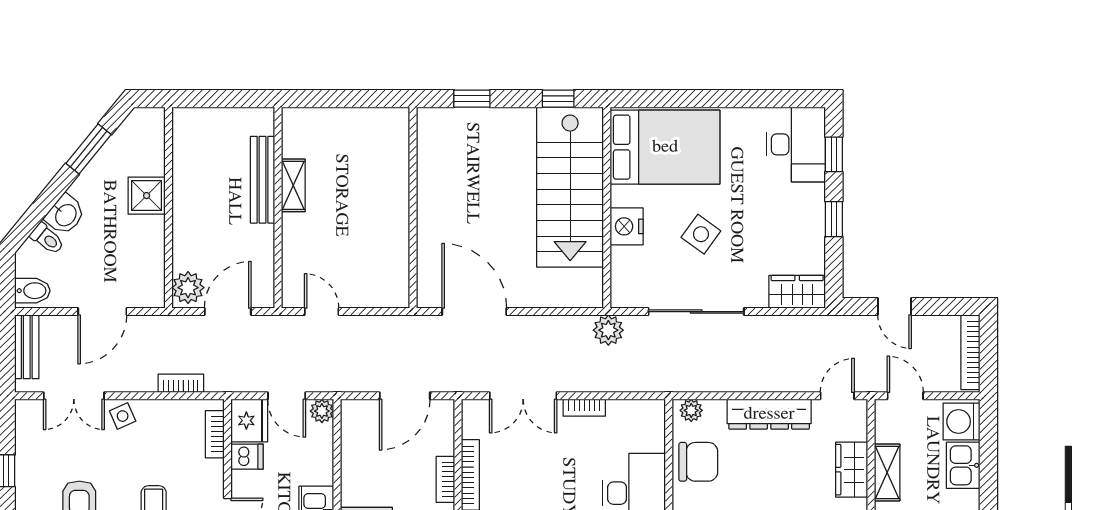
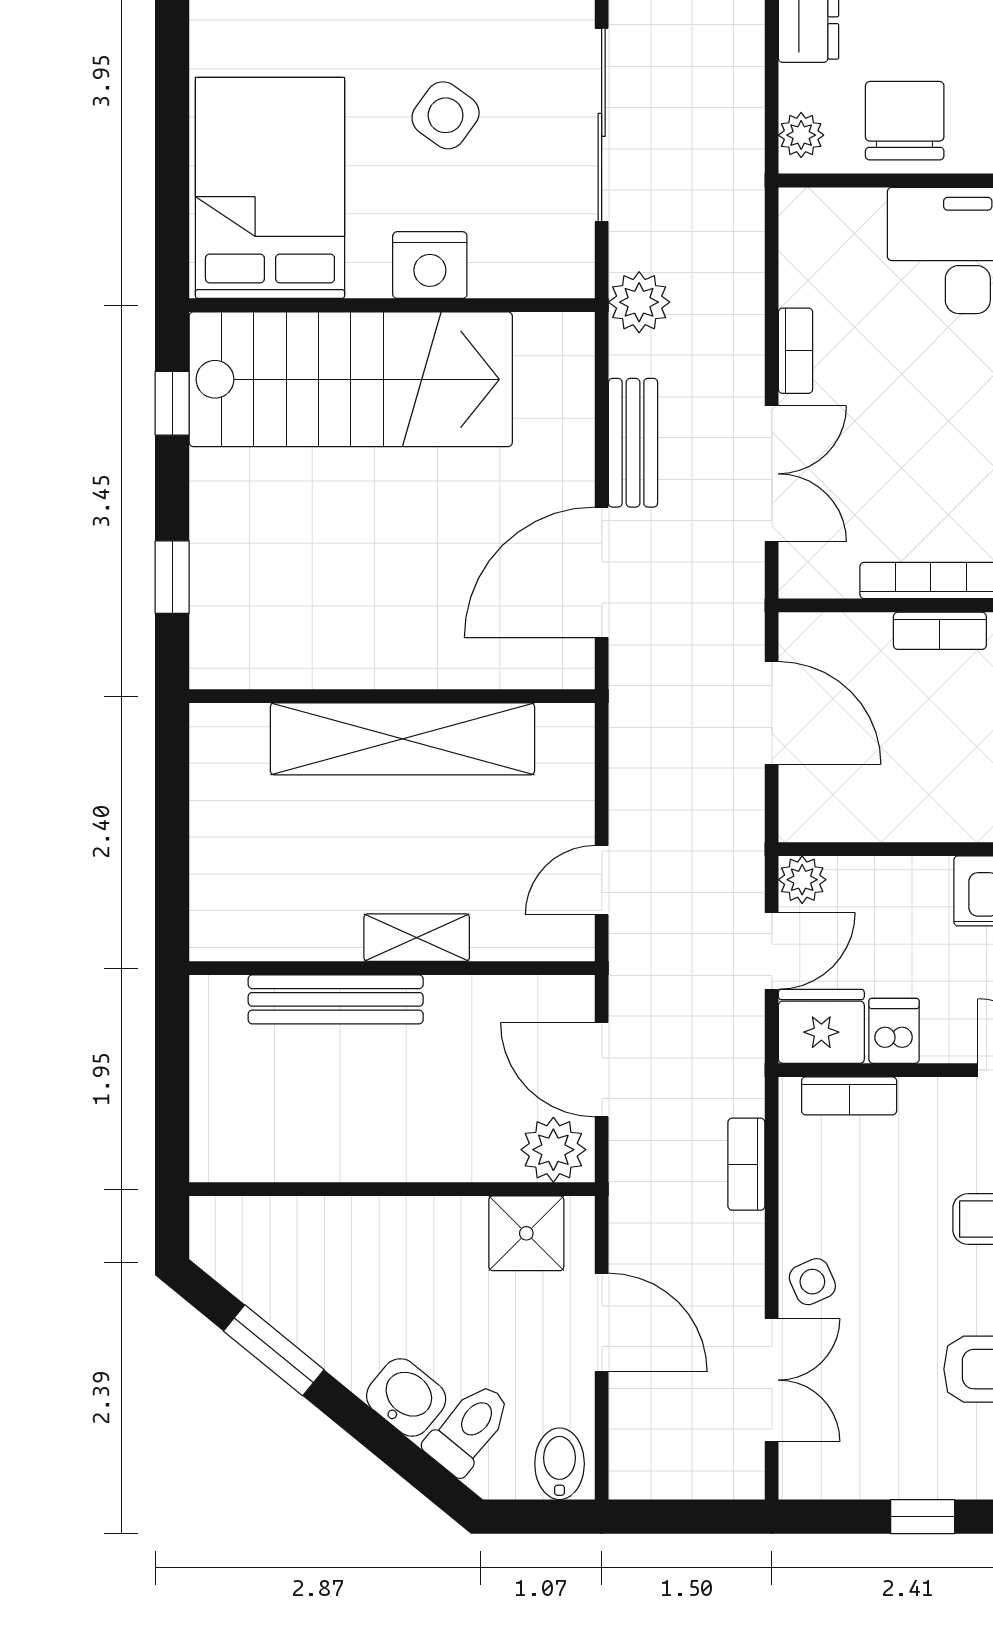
shelving: (293, 185) -> (417, 938), moved
shower: (147, 196) -> (526, 1233), moved
shelving: (392, 213) -> (402, 739), added
toilet: (47, 239) -> (468, 1429), width x1.37, depth x1.39
bench: (27, 347) -> (633, 443), moved, turned 90

